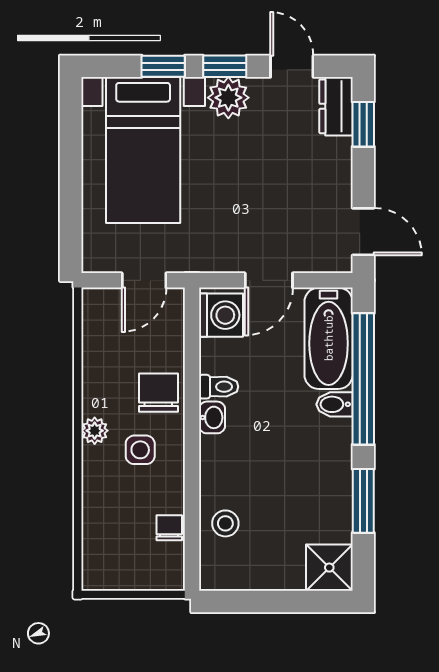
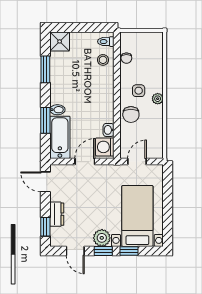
dresser: (336, 106) -> (57, 214), moved
window: (363, 379) -> (45, 120), width x0.47
toilet: (219, 387) -> (106, 42), moved
washbasin: (212, 417) -> (109, 130), moved

